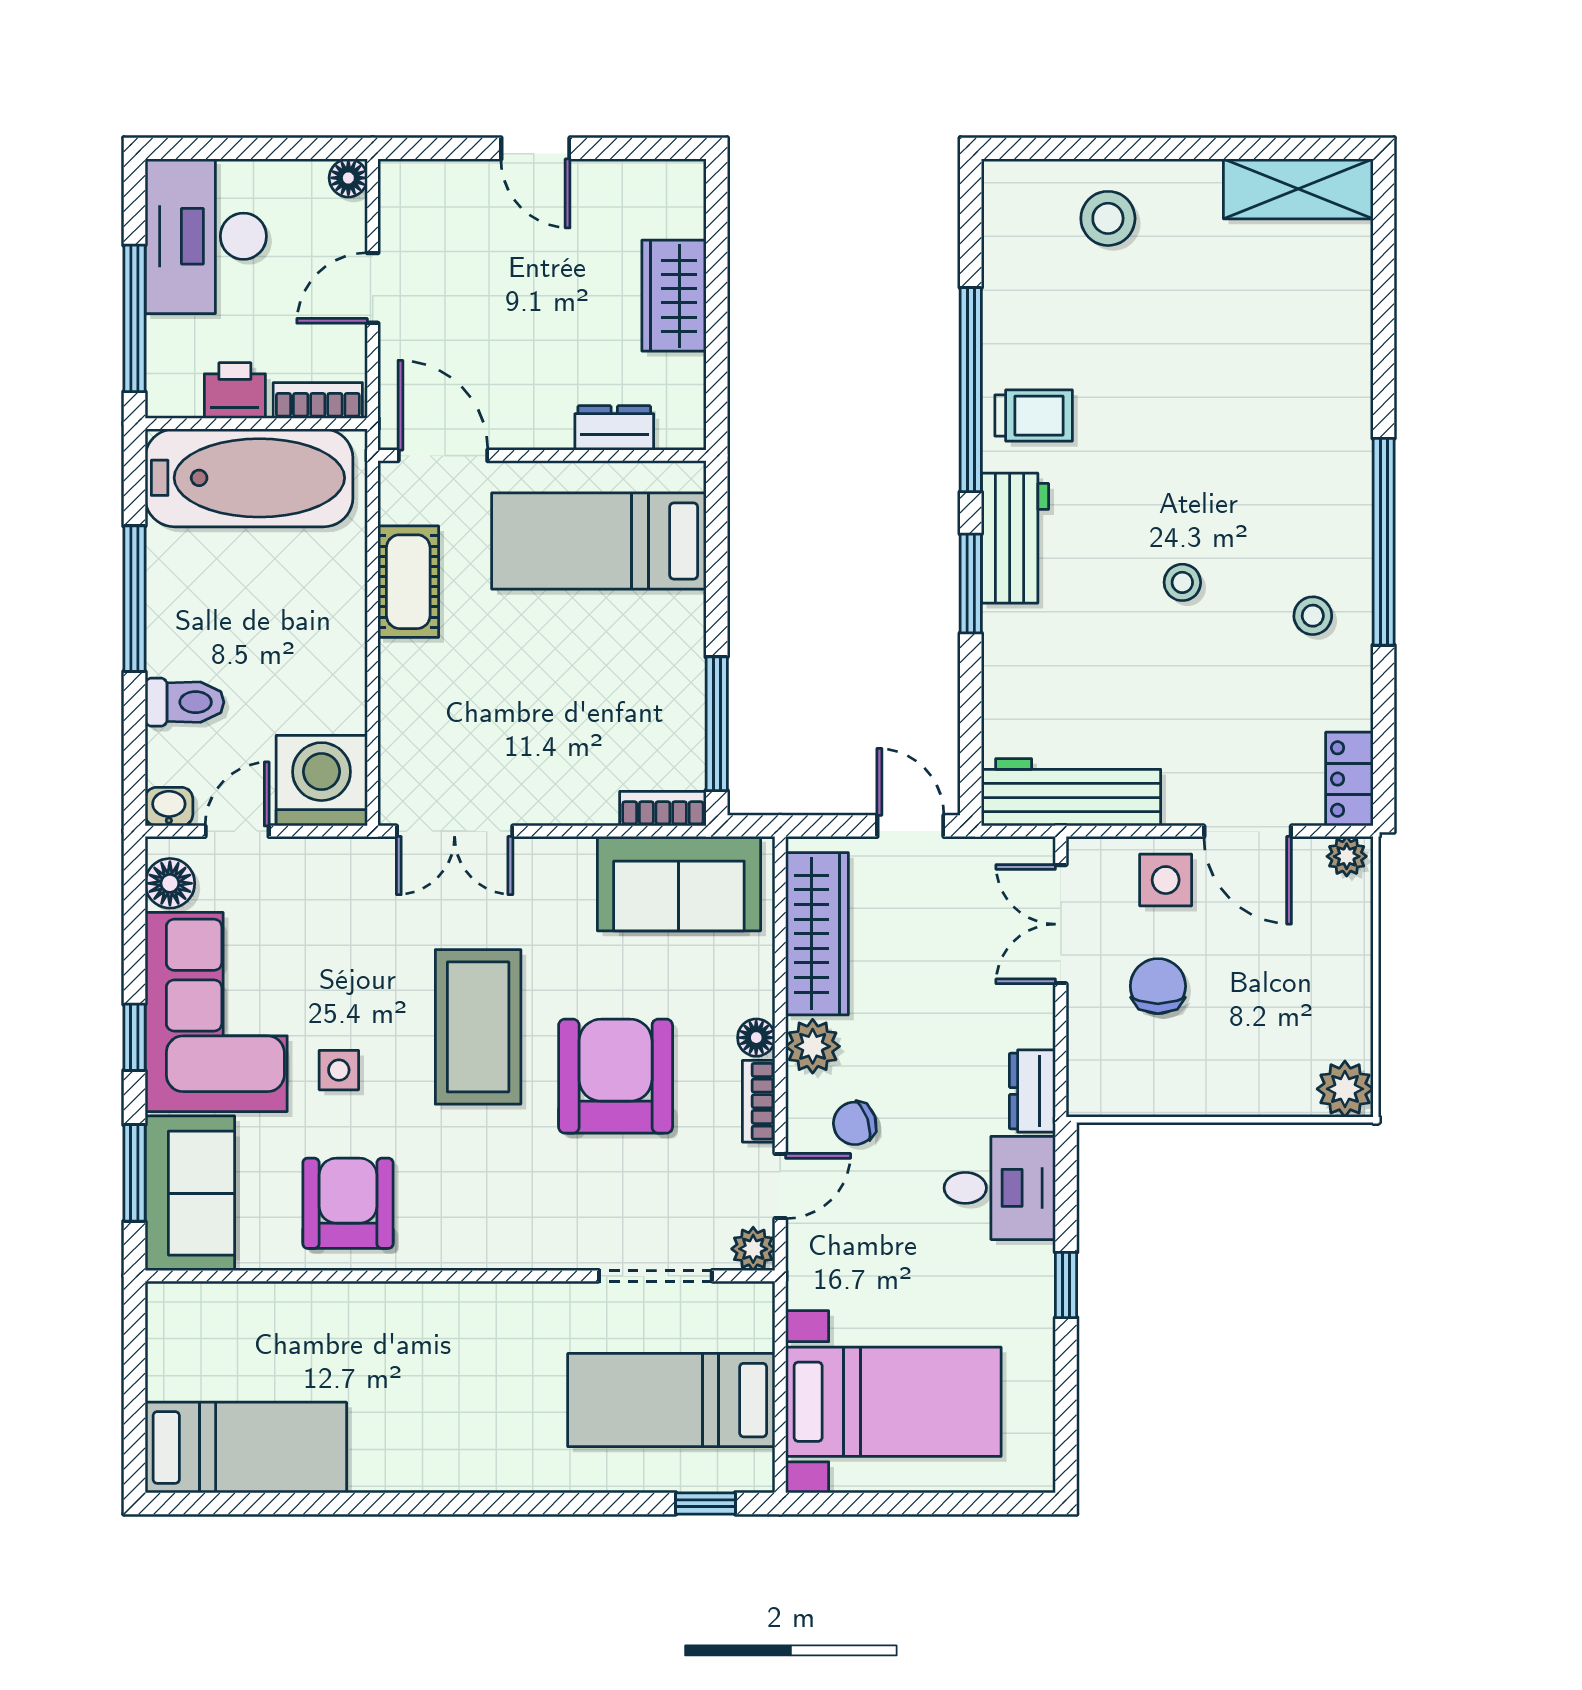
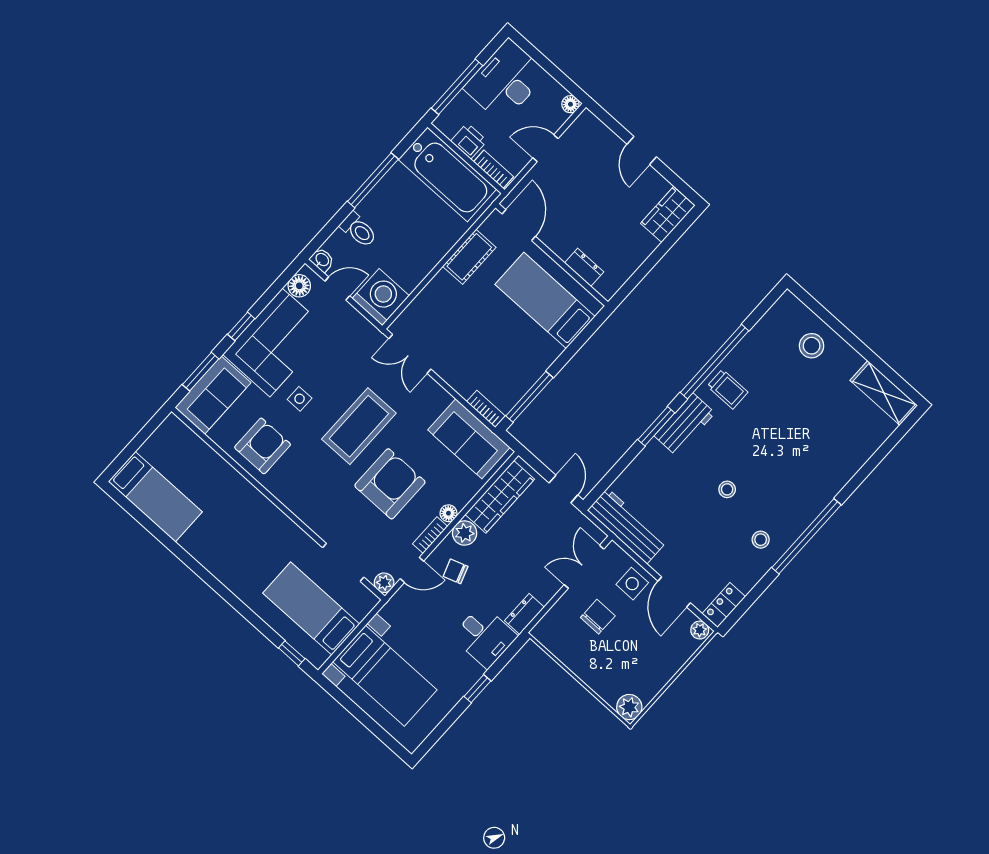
wardrobe: (674, 296) -> (668, 214), moved

